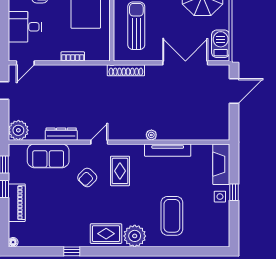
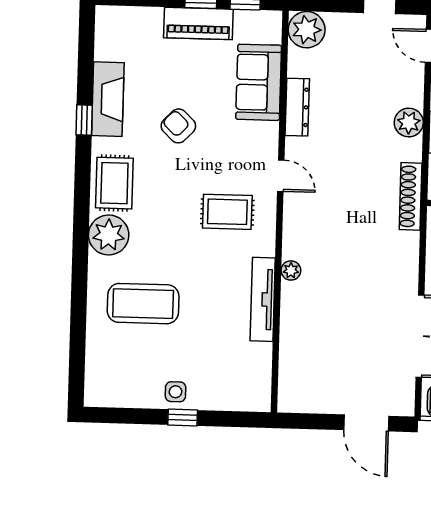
shoe rack: (126, 70) -> (411, 196), moved
plant: (68, 72) -> (409, 123), added
fireplace: (221, 164) -> (108, 99), moved, turned 90
armchair: (87, 178) -> (178, 126), moved
piano: (17, 203) -> (198, 23), moved
floor lamp: (13, 242) -> (104, 14), removed

